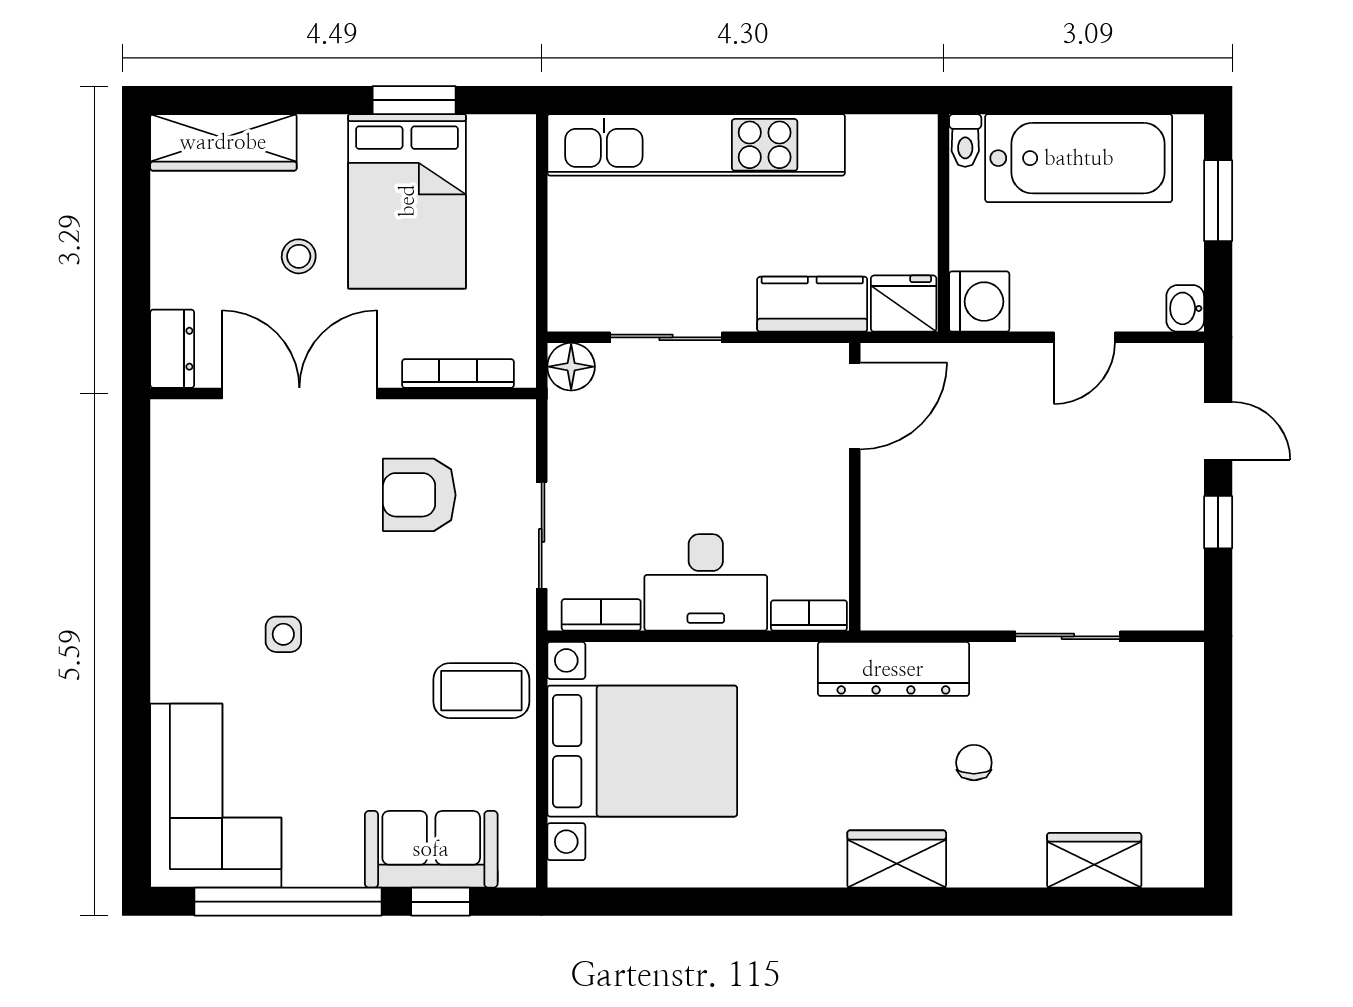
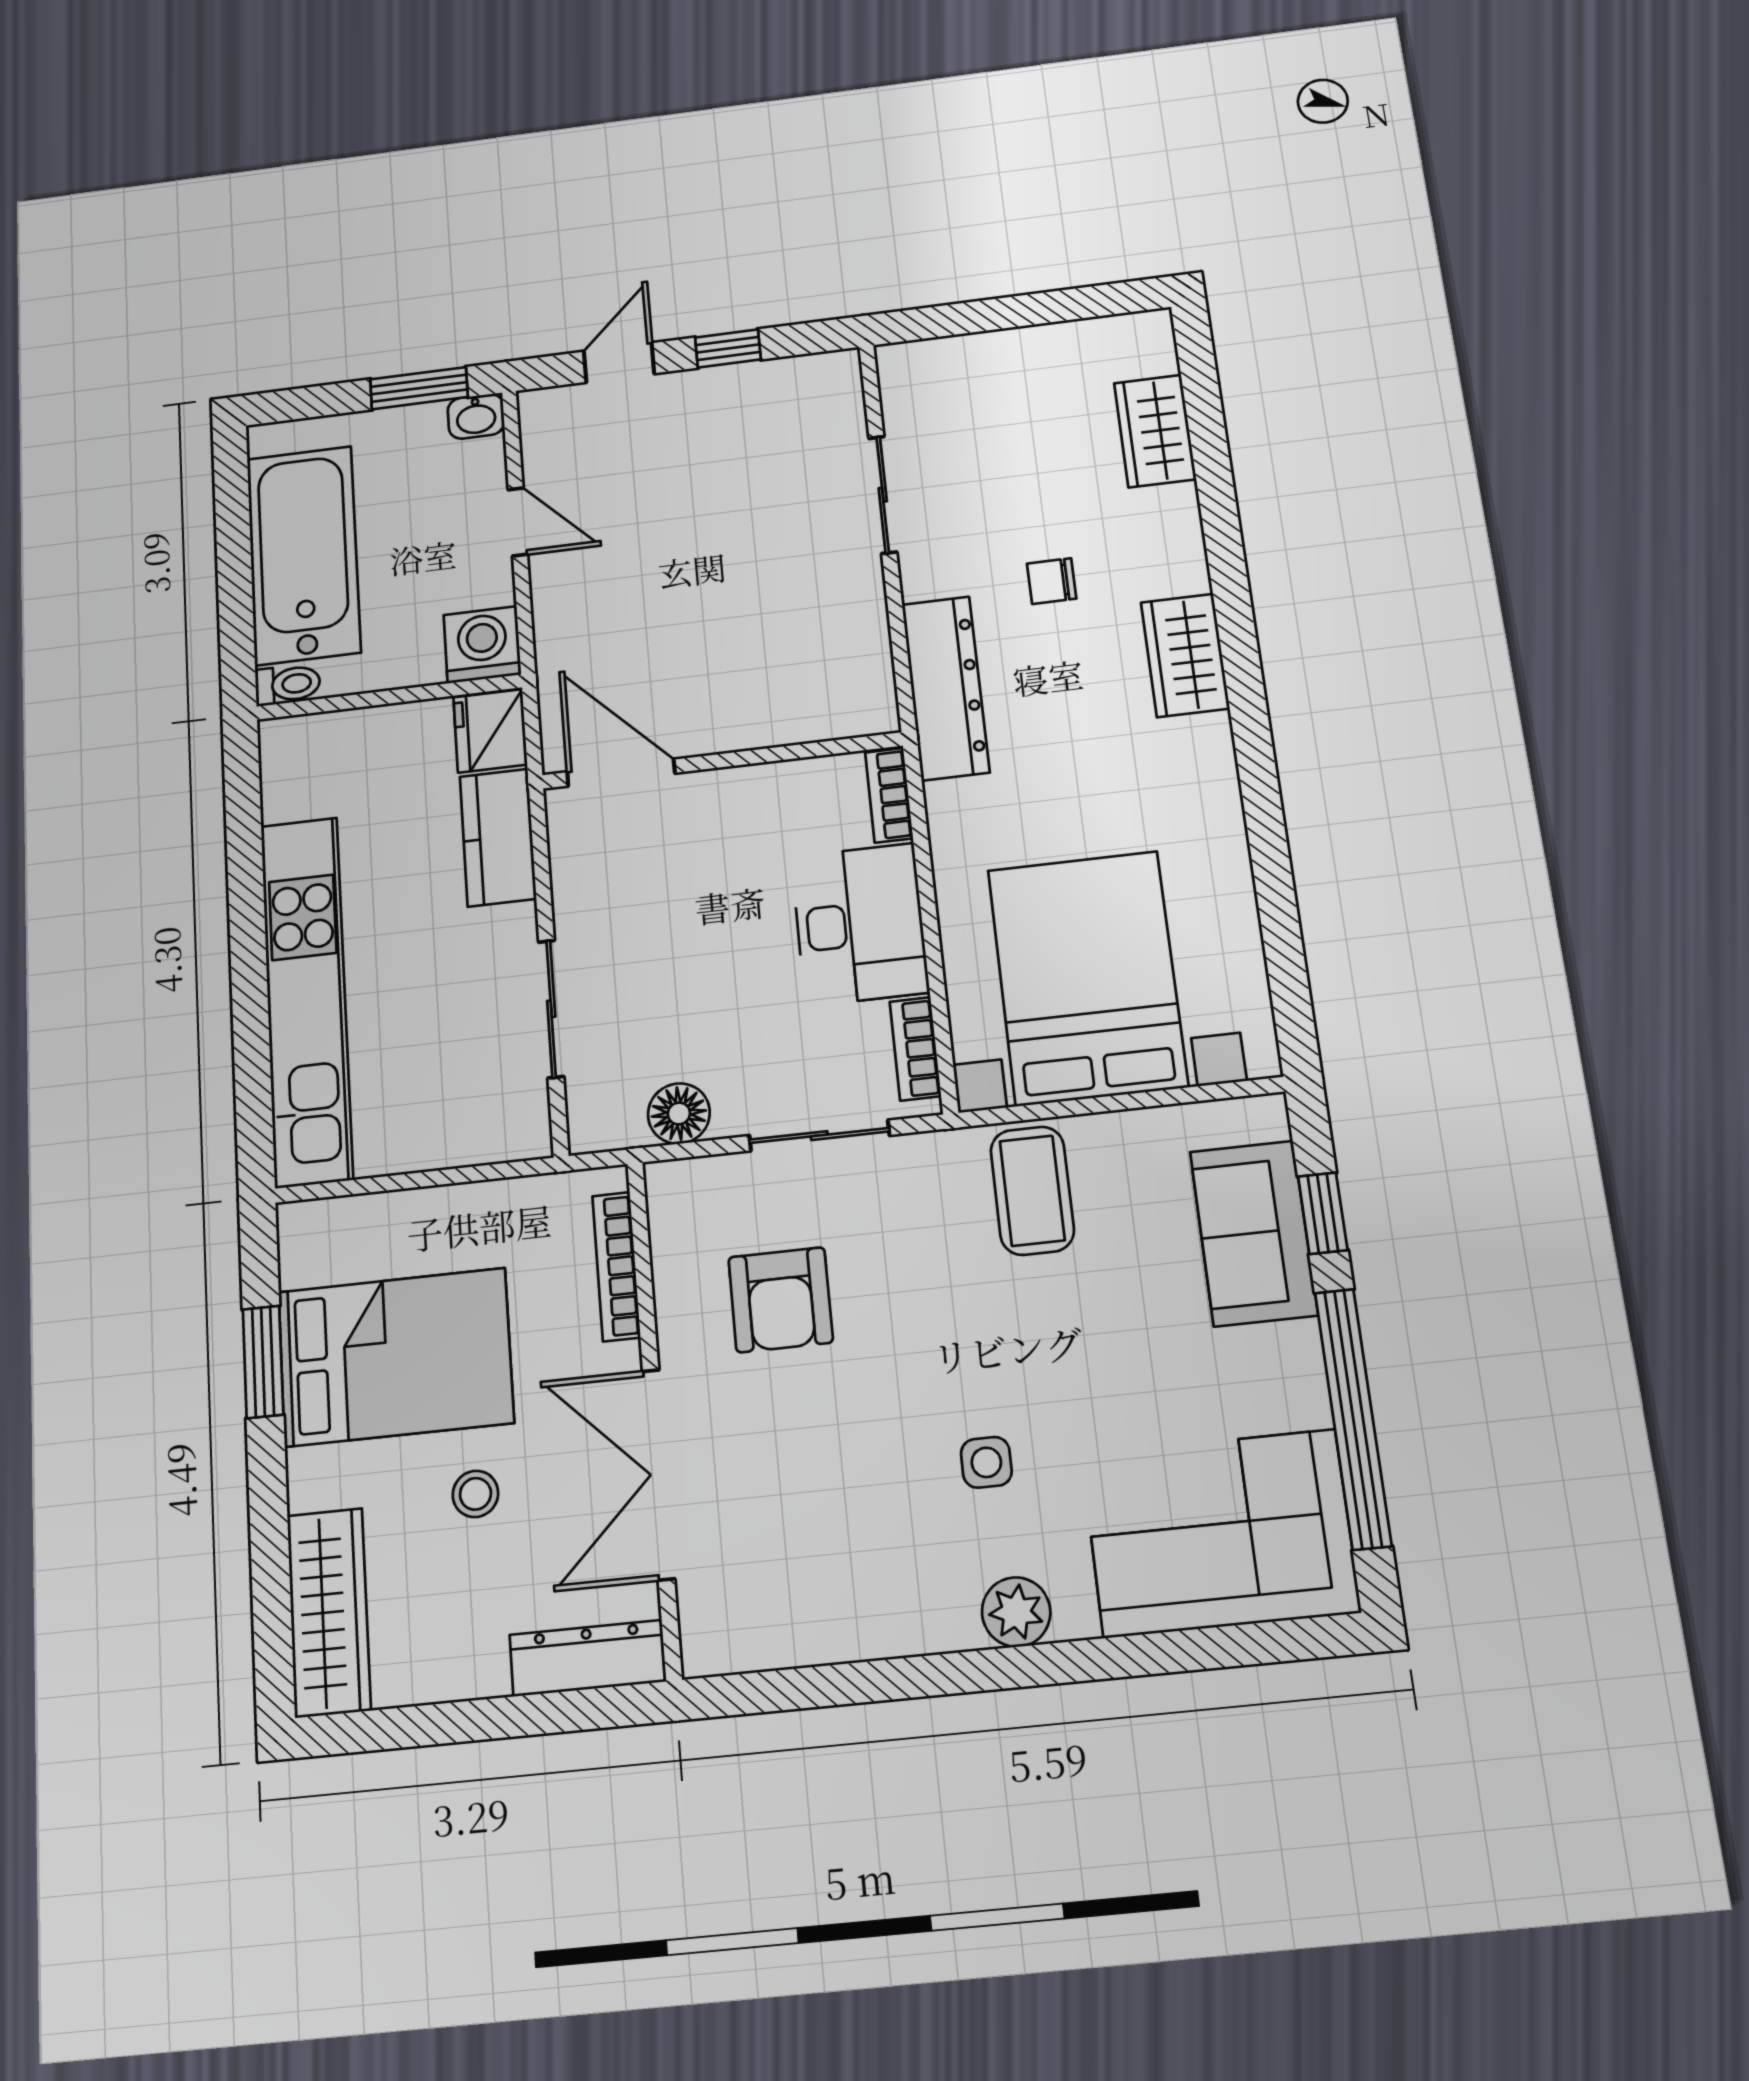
window: (1218, 201) -> (419, 388), moved
dresser: (172, 349) -> (588, 1658), width x1.44
floor lamp: (571, 367) -> (679, 1113), moved
plant: (175, 644) -> (1016, 1612), added

